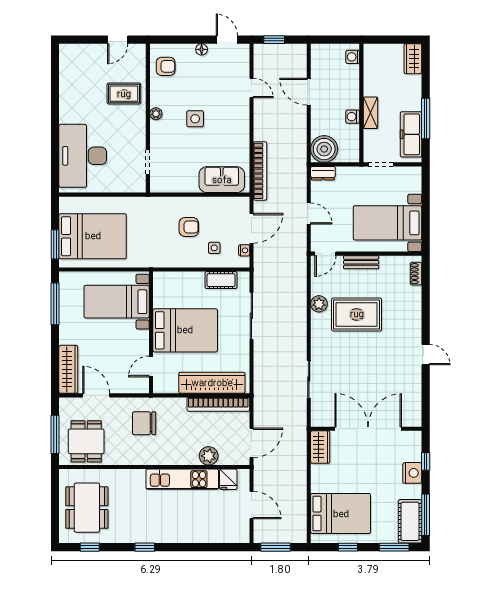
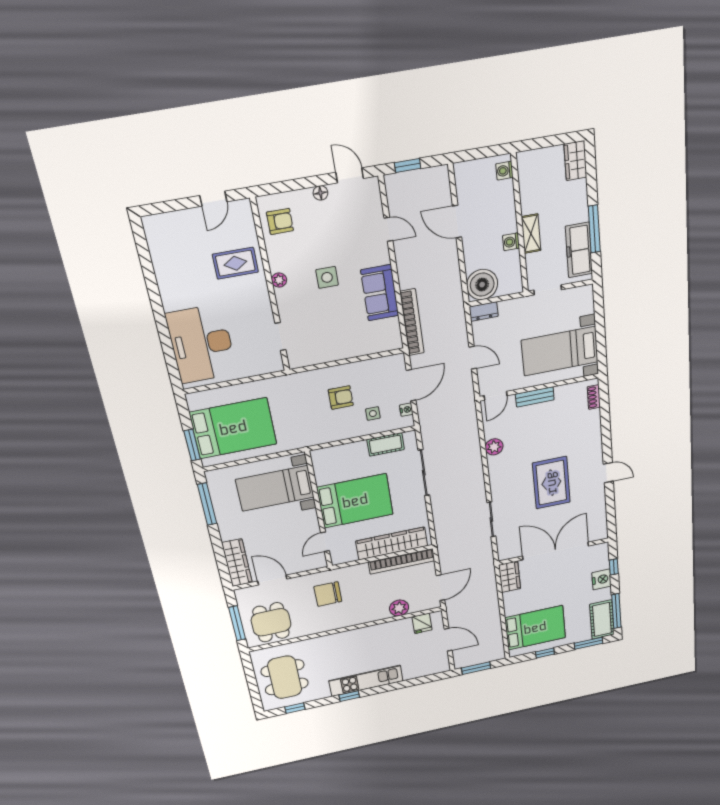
sofa: (222, 180) -> (380, 293), moved, turned -90
rug: (357, 314) -> (551, 483), moved, turned 90
kitchen unit: (182, 479) -> (366, 681), moved, turned 180

